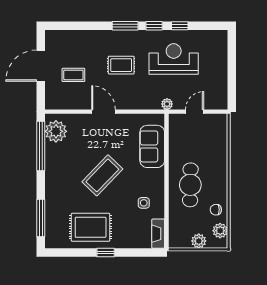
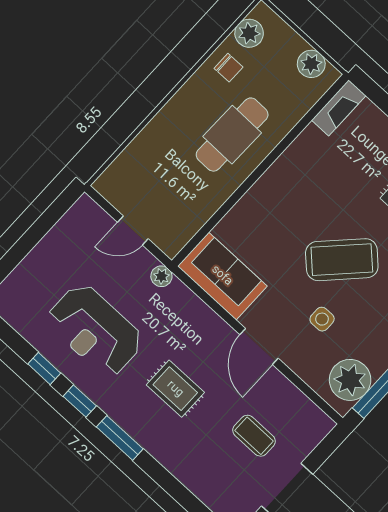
sofa: (152, 146) -> (222, 276), moved, turned -90
side table: (144, 203) -> (322, 319), moved
plant: (199, 241) -> (311, 64), moved

